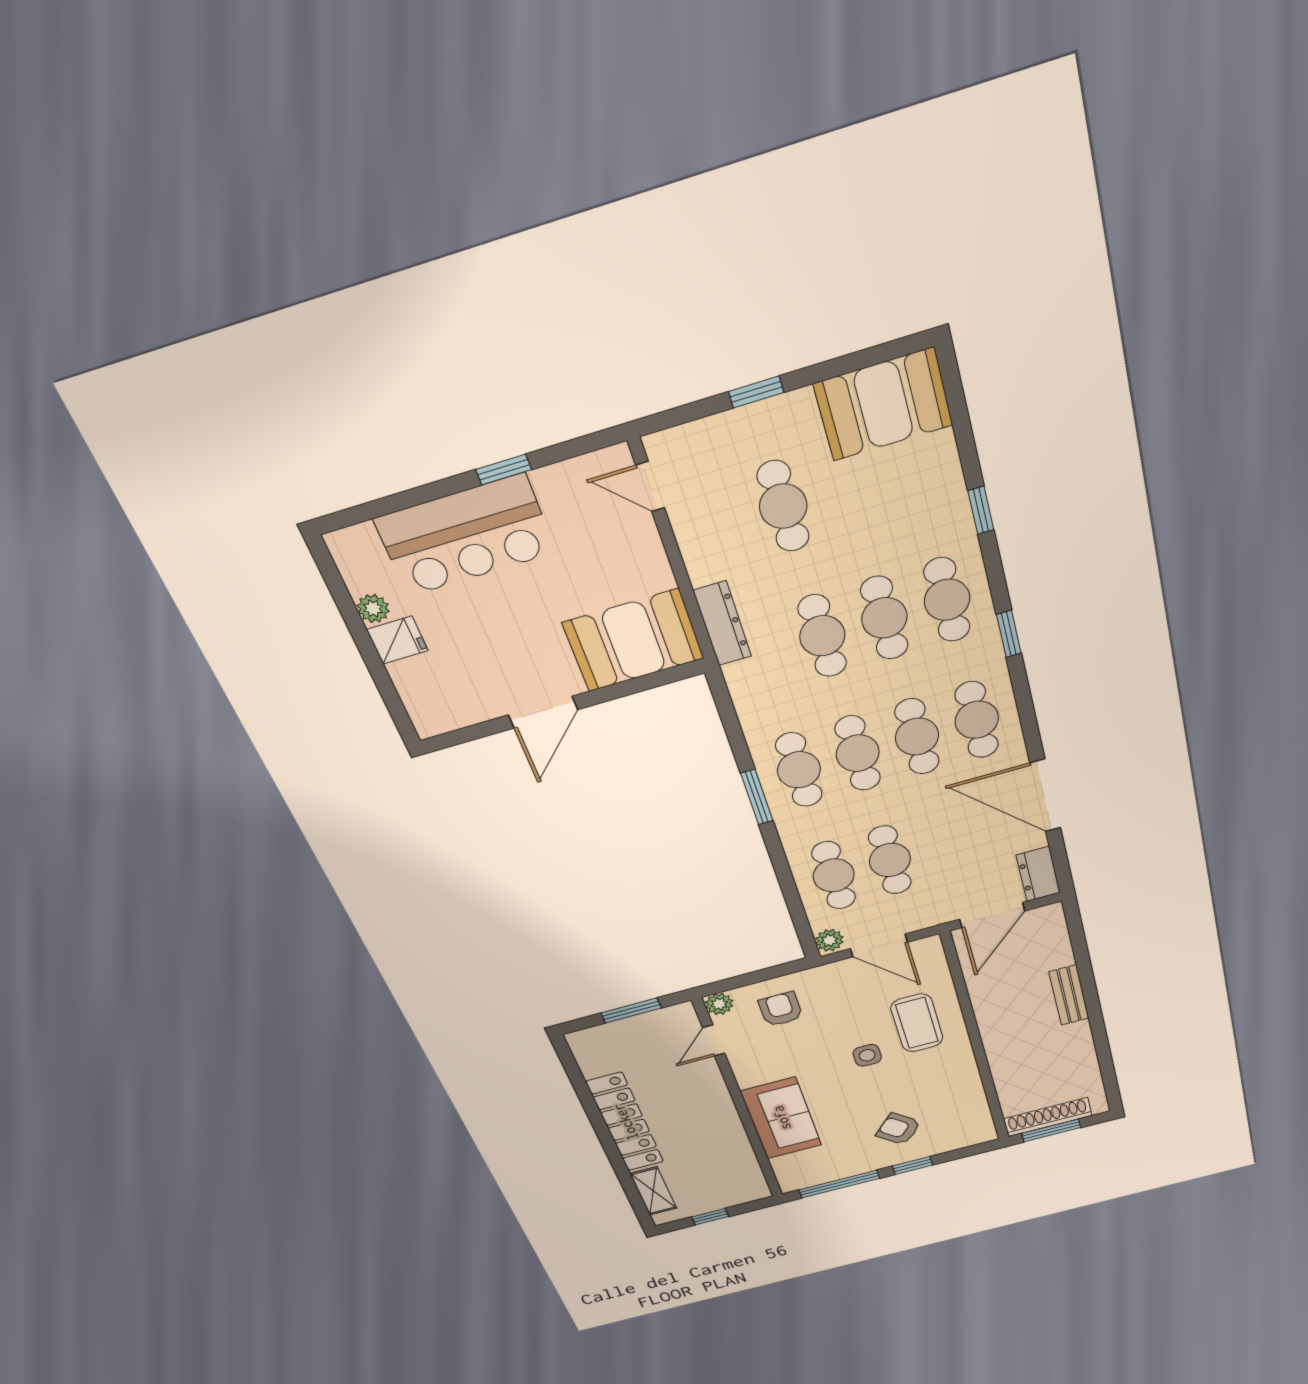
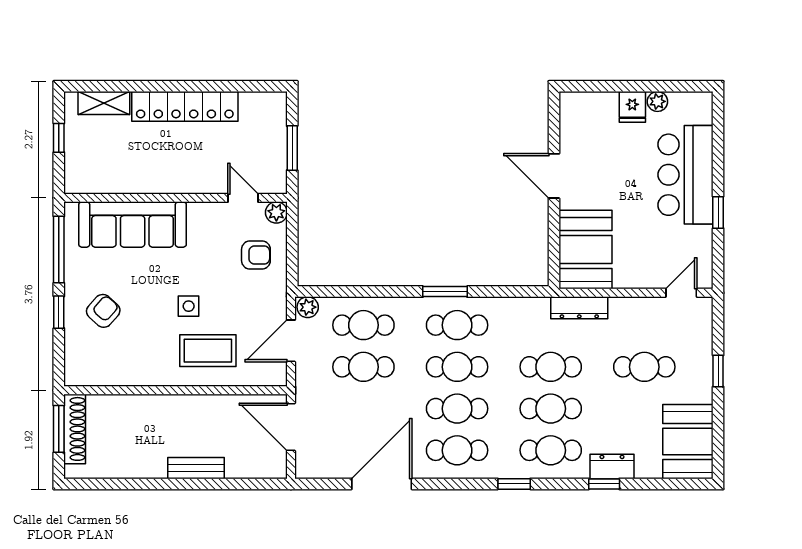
dresser: (1038, 874) -> (612, 467), moved
sofa: (781, 1118) -> (133, 225), width x1.36

